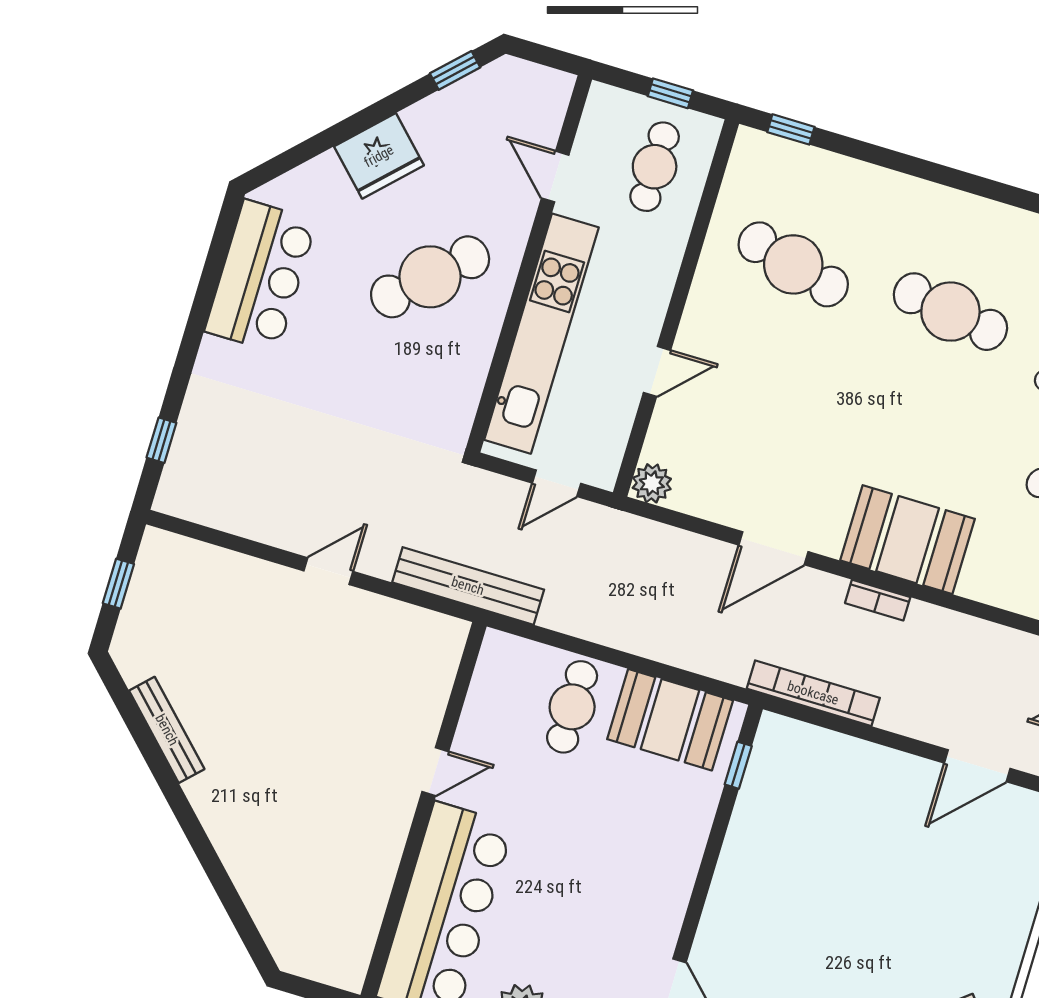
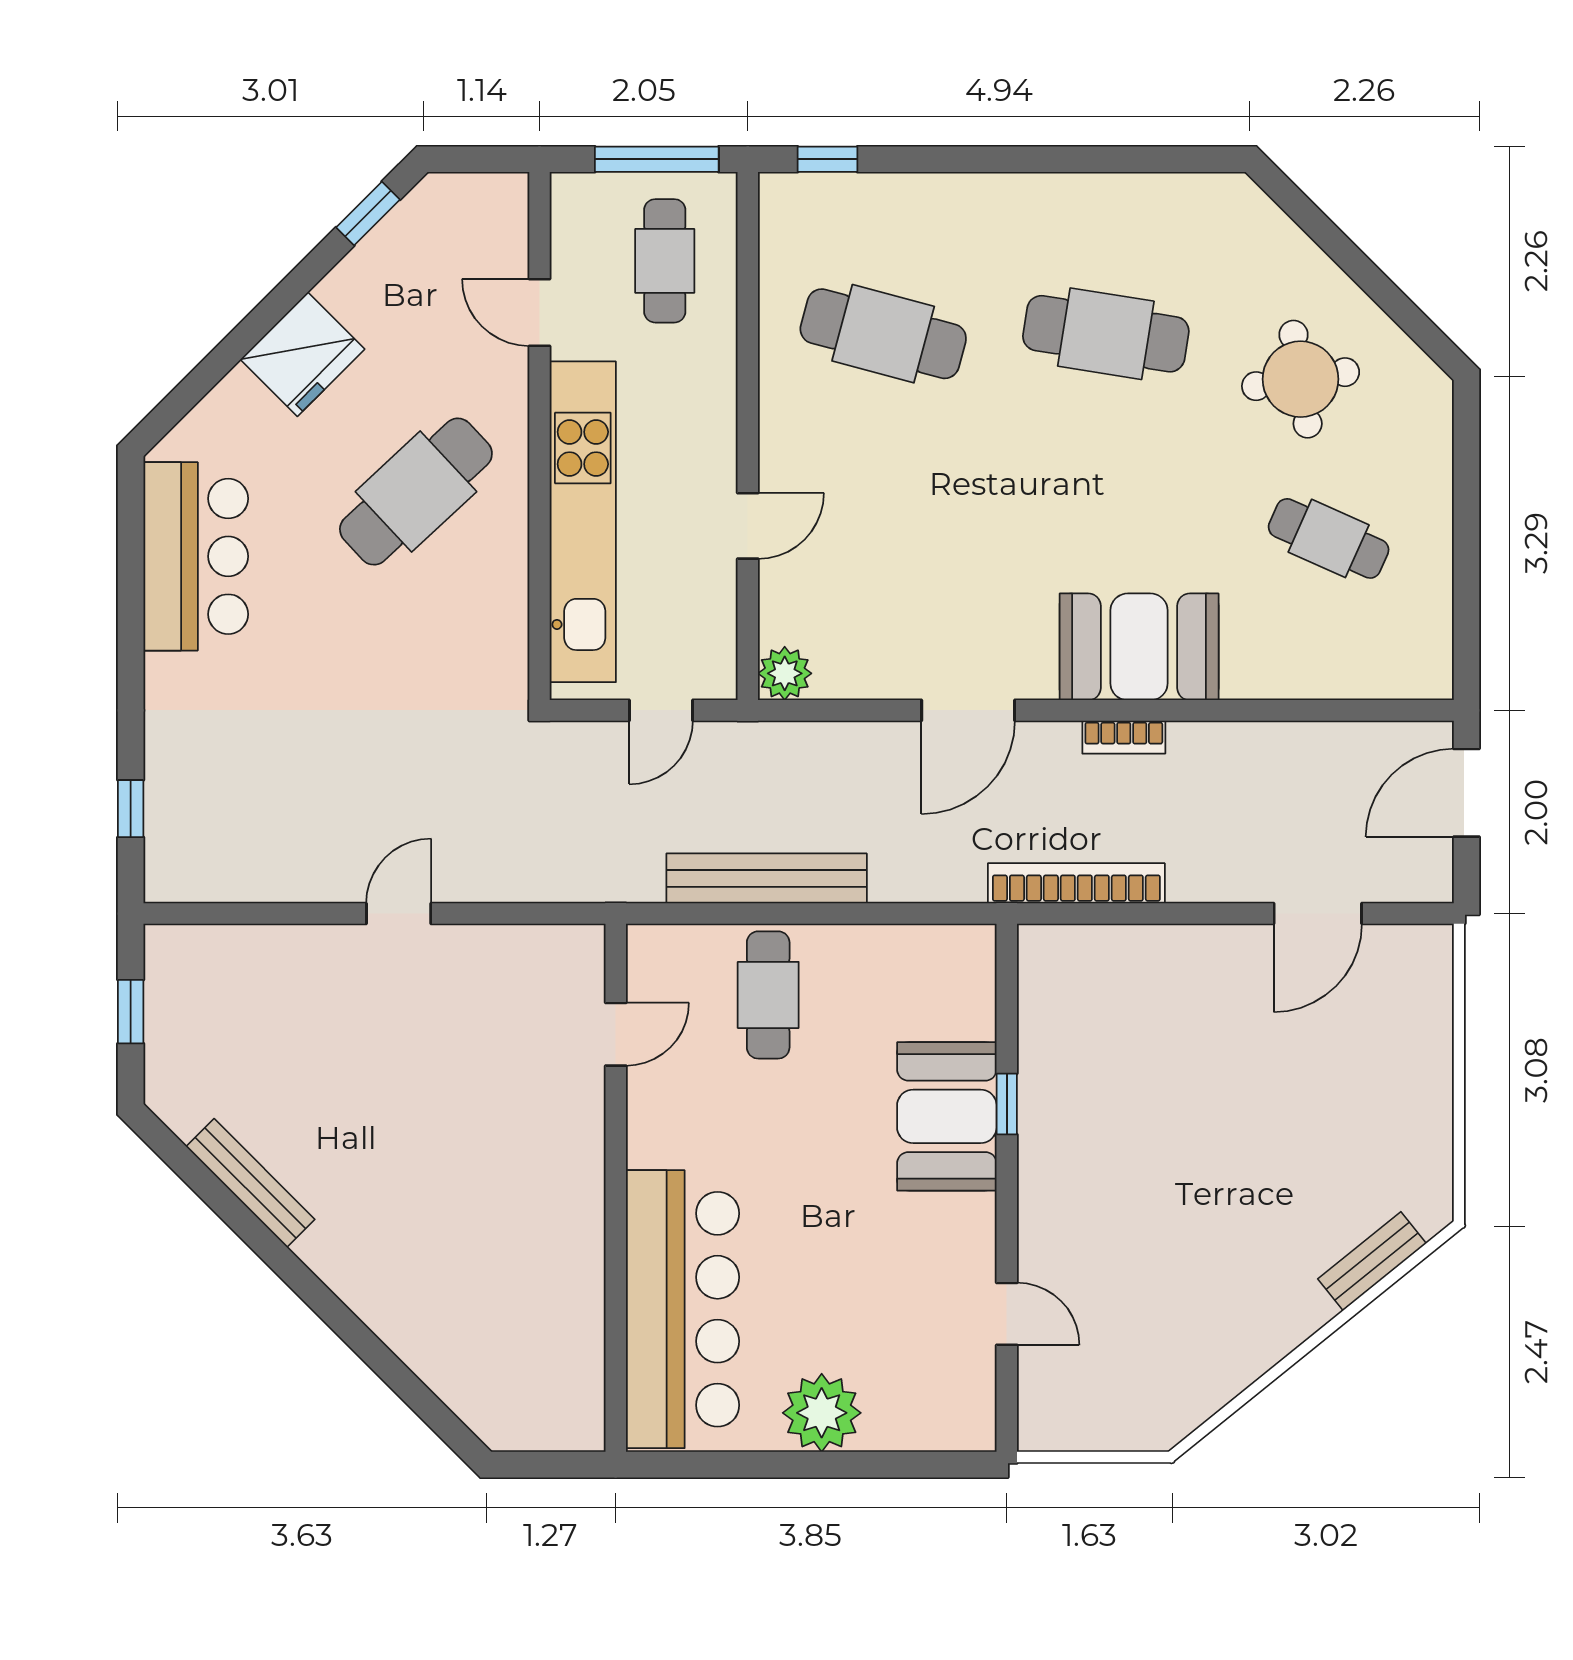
window: (670, 93) -> (657, 159), width x2.17
bench: (468, 586) -> (767, 878), moved
booth: (670, 720) -> (947, 1116), moved, turned 90
window: (738, 765) -> (1007, 1104), moved
door: (435, 772) -> (616, 1034), moved

